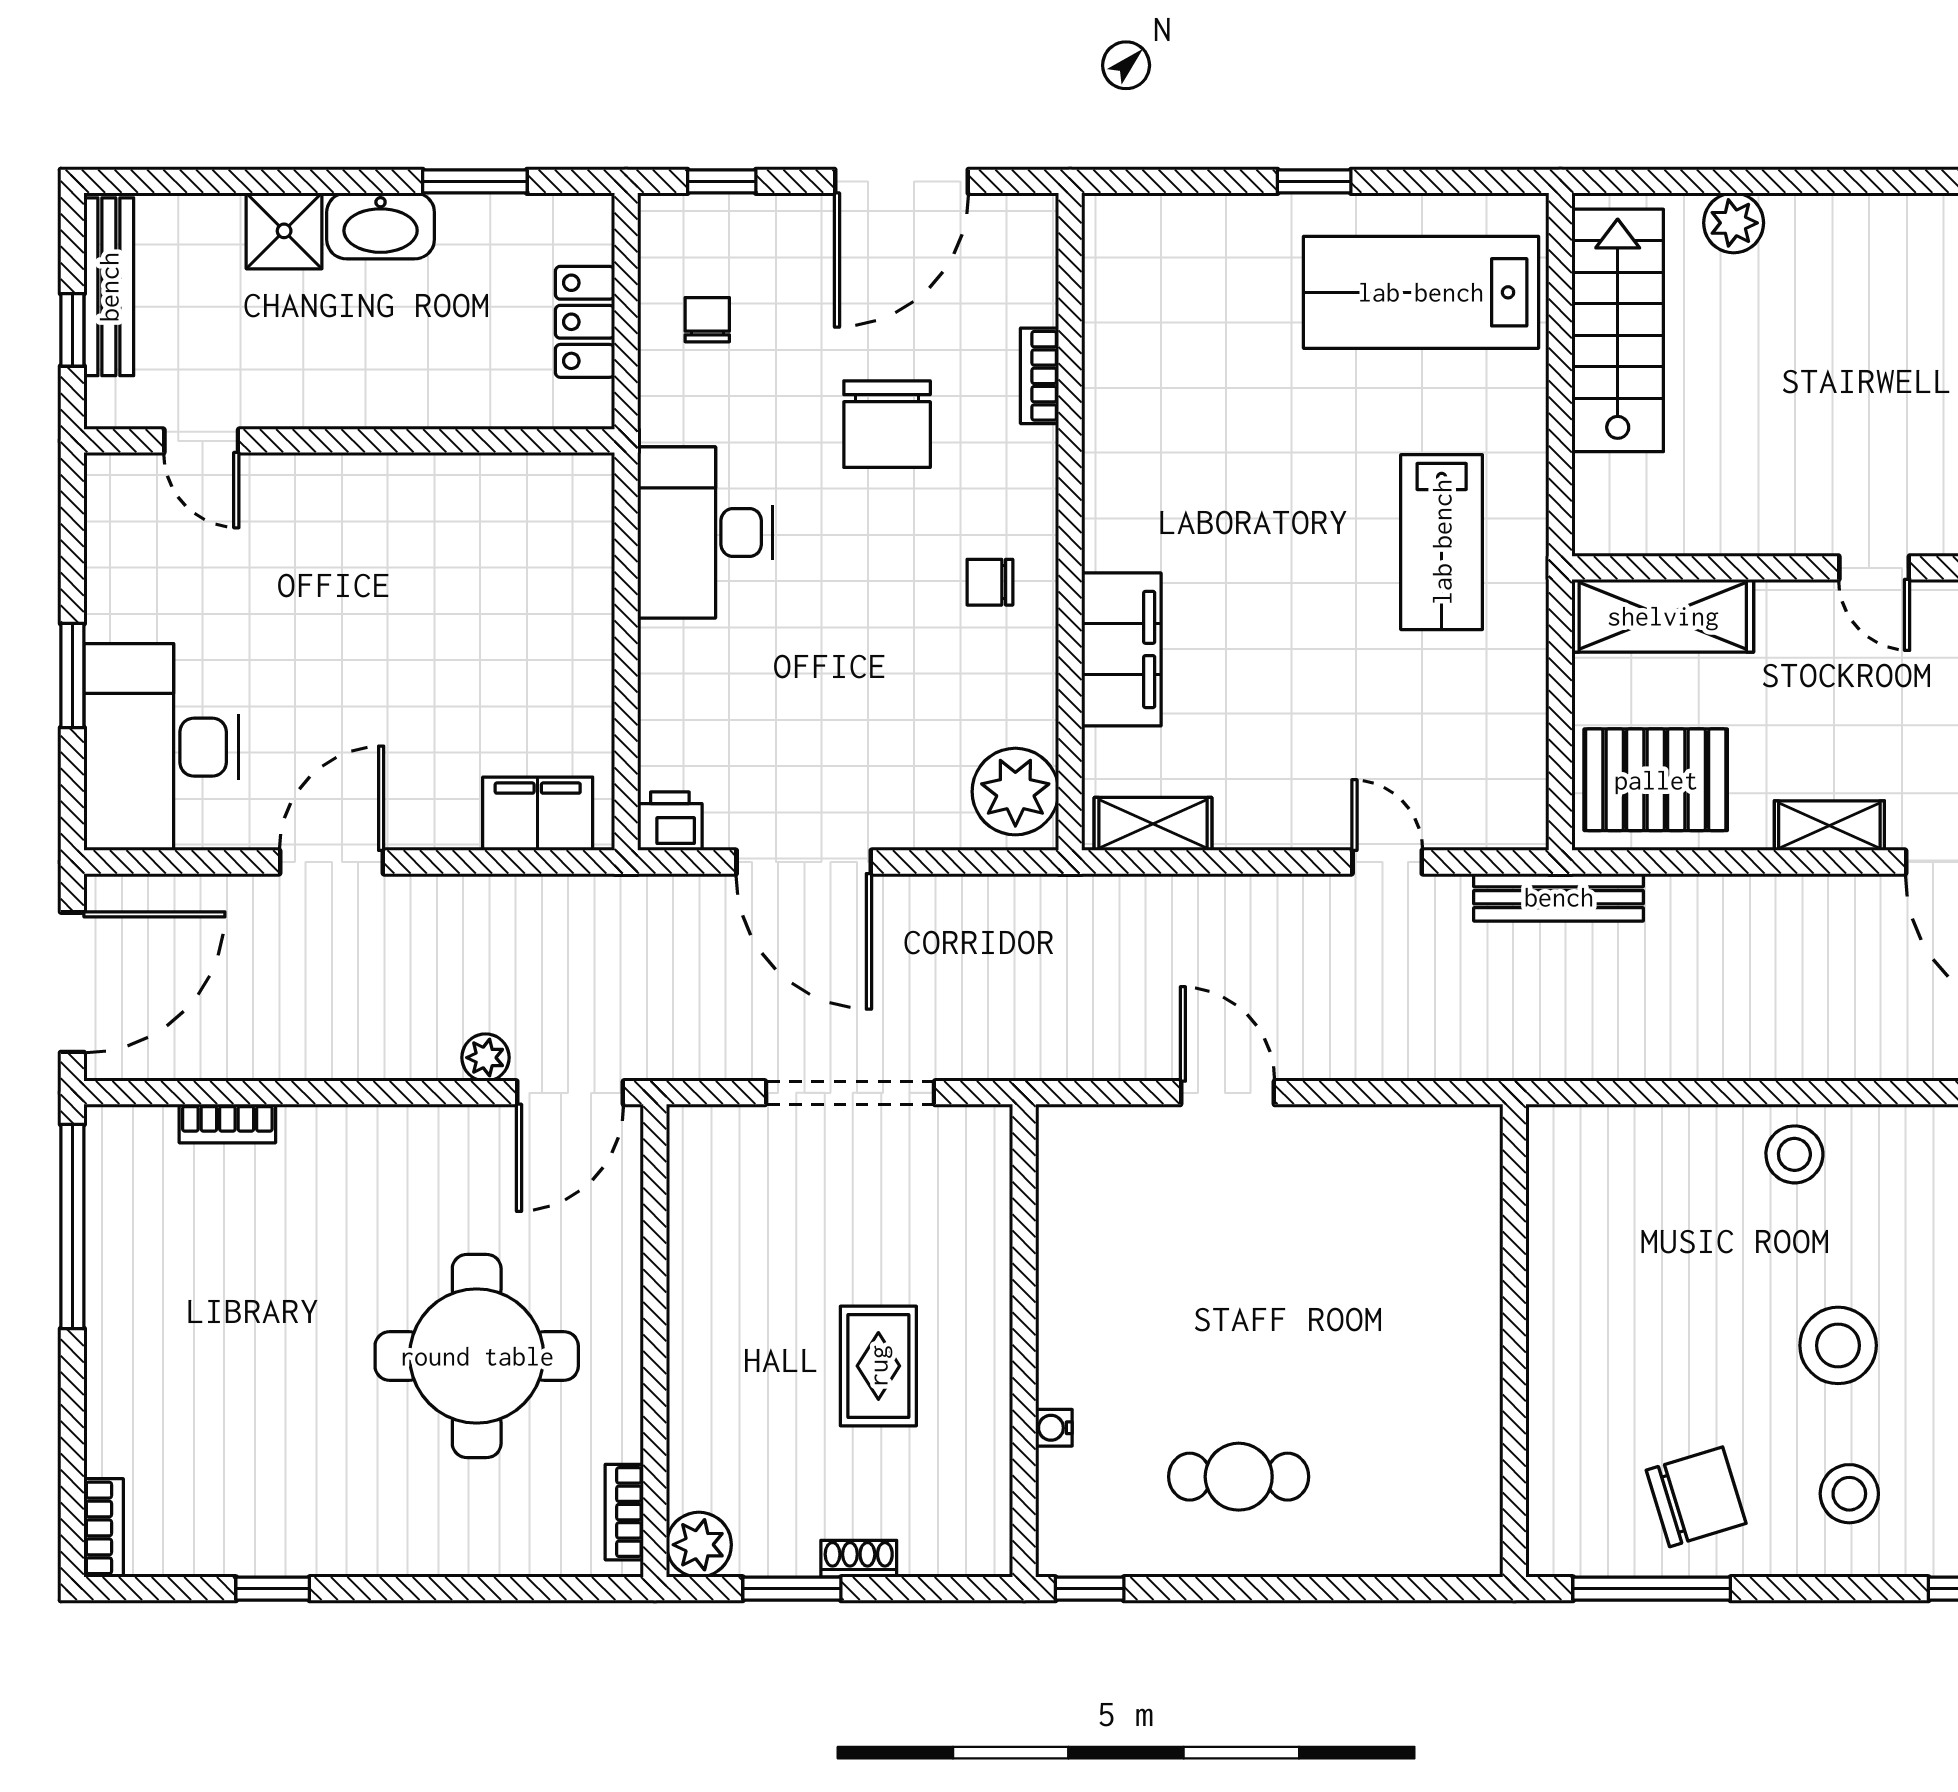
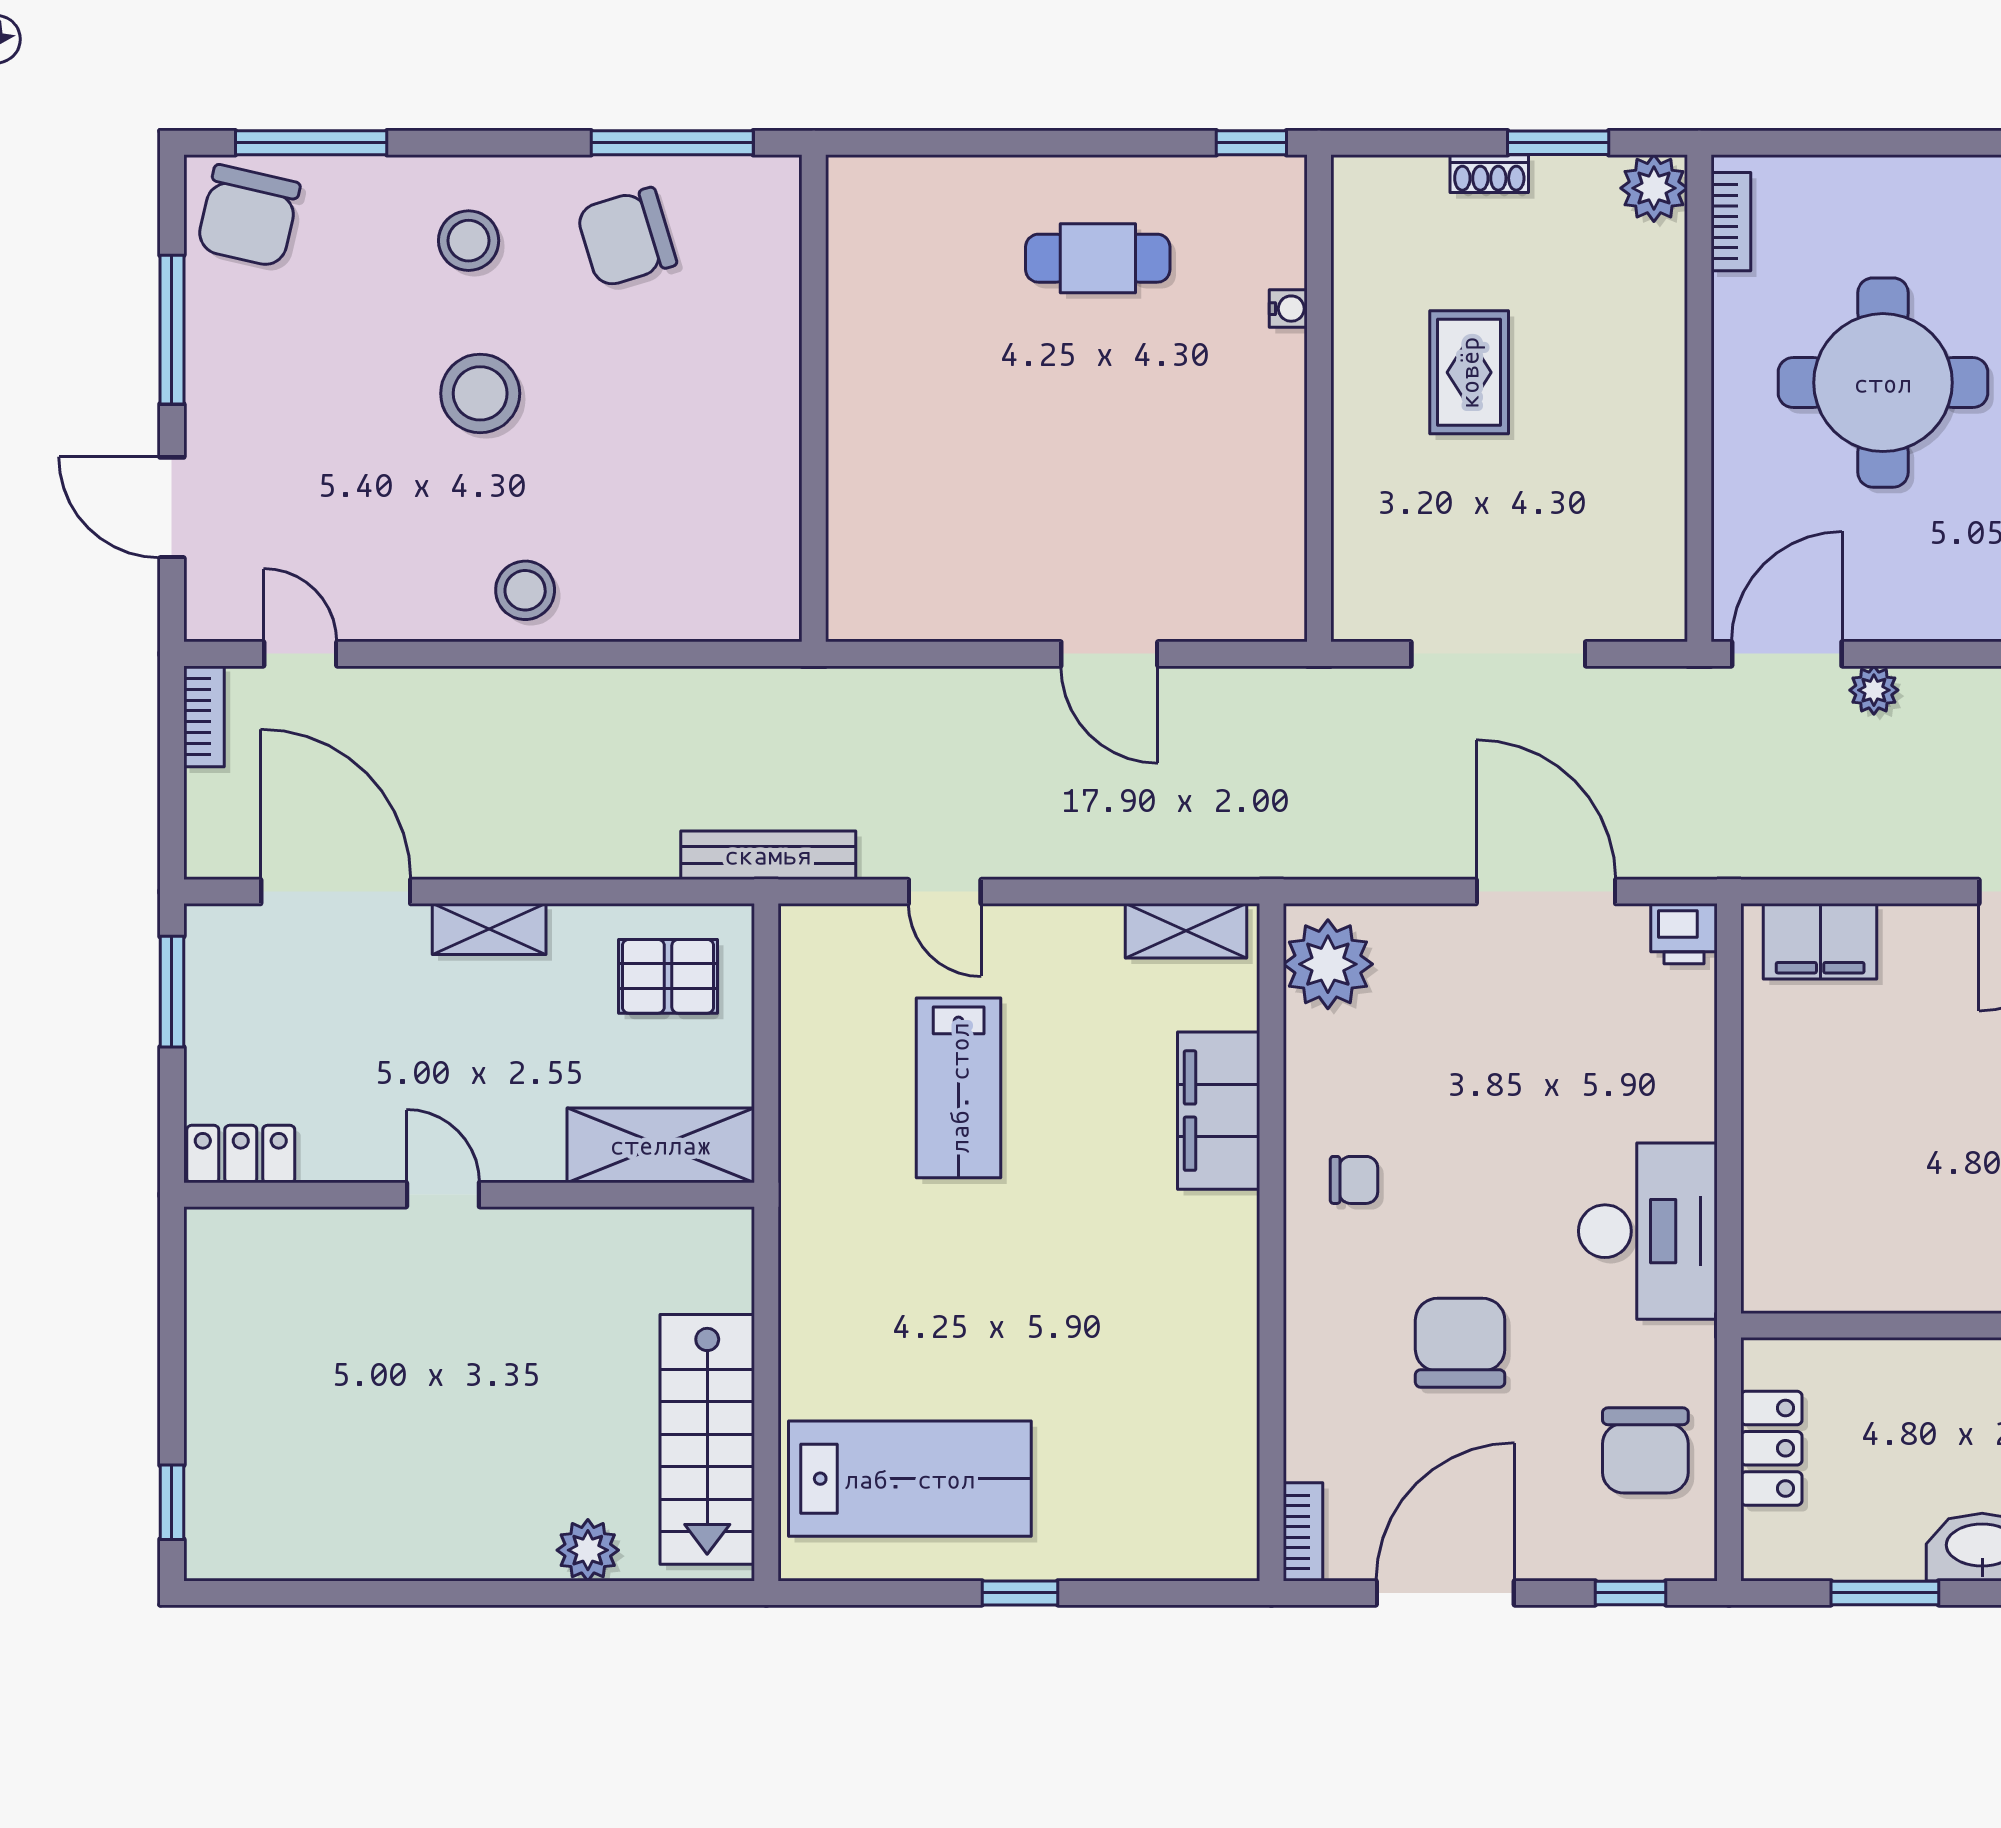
chair: (707, 320) -> (1645, 1450), width x1.87, depth x1.87
bookcase: (1040, 376) -> (1303, 1532), moved
lab bench: (1442, 542) -> (959, 1088), moved, turned 180
pallet: (1656, 780) -> (668, 976), width x0.67, depth x0.71

